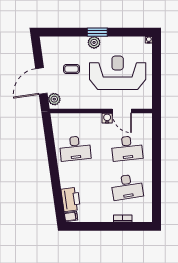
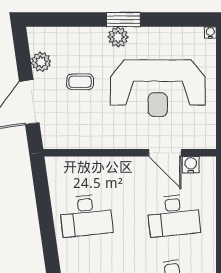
reception desk: (118, 73) -> (158, 88), turned 180
plant: (54, 99) -> (41, 62), moved
water cooler: (107, 118) -> (191, 165), moved

